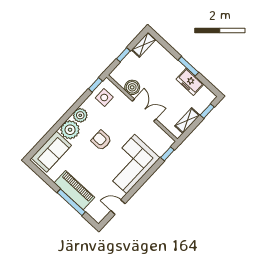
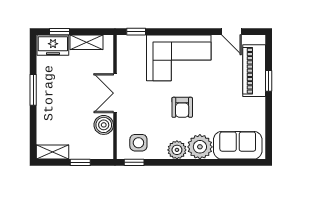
freezer: (190, 82) -> (53, 45), moved, turned 90
piano: (74, 190) -> (254, 71), moved
window: (71, 202) -> (269, 81), width x0.46

